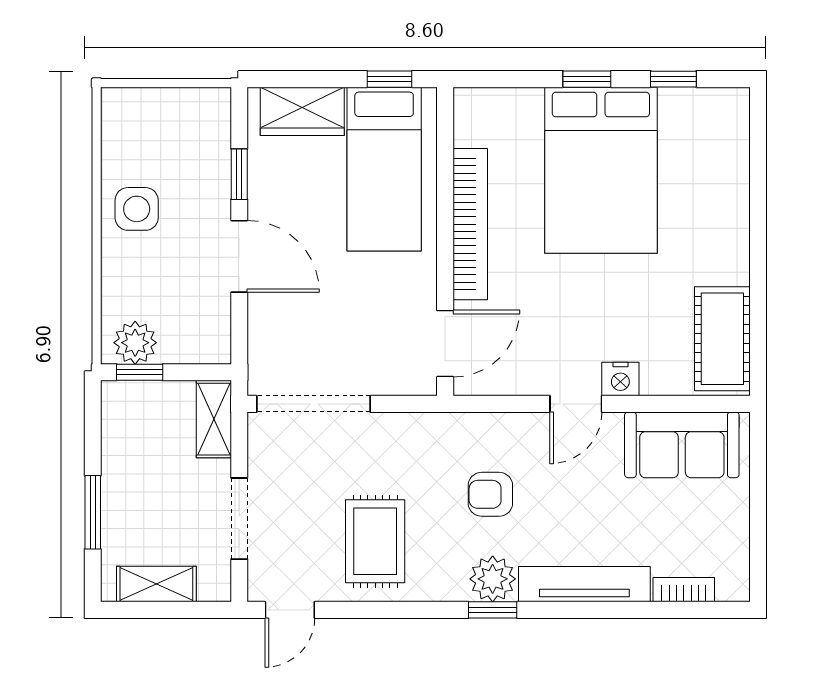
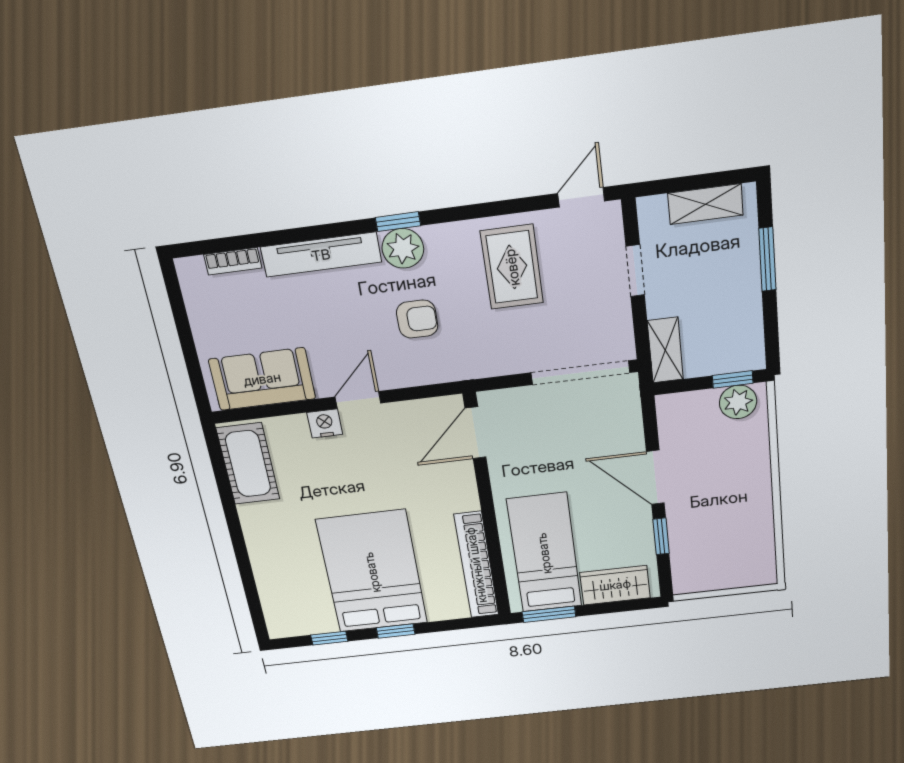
window: (389, 79) -> (549, 614), width x1.50
side table: (137, 209) -> (743, 502), removed
bookcase: (470, 224) -> (476, 565), moved
doorway: (239, 519) -> (635, 271), width x0.73

